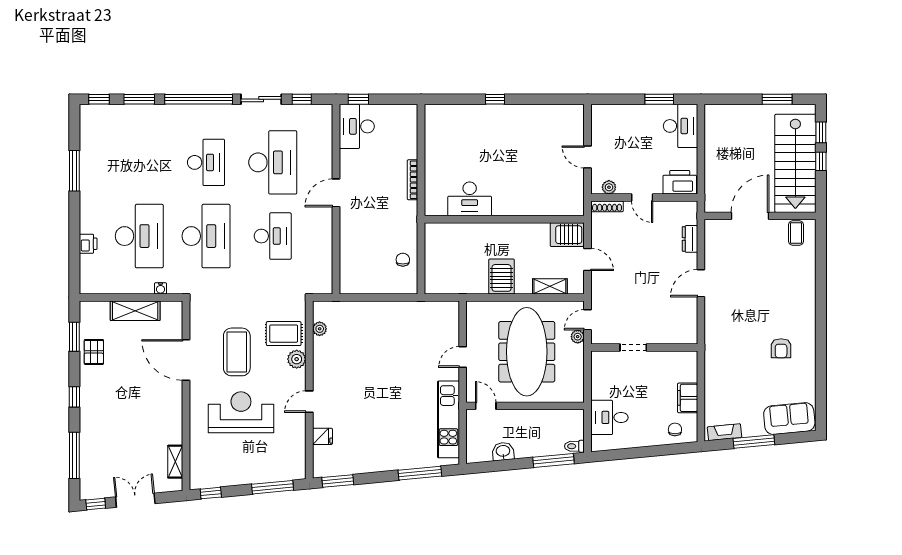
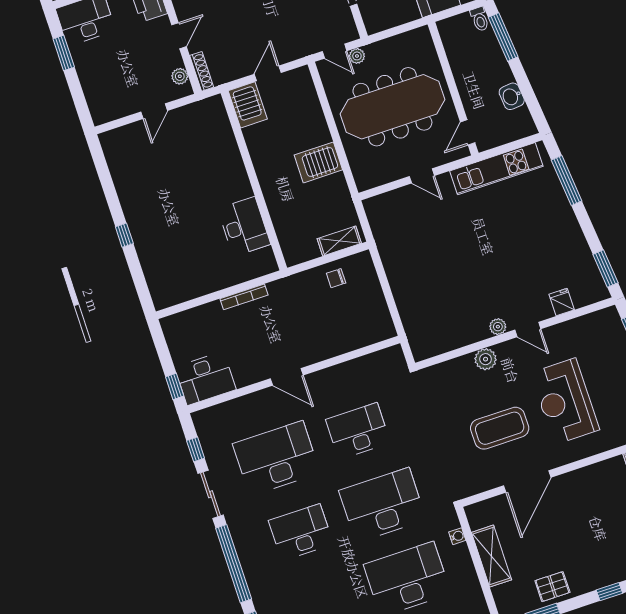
shelving: (550, 286) -> (339, 241), moved, turned 90
plant: (320, 329) -> (498, 327), moved
rug: (284, 334) -> (462, 383), removed

